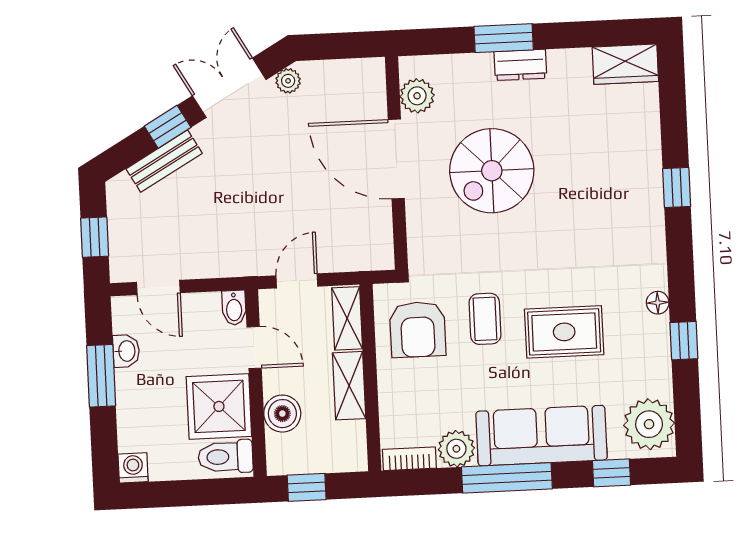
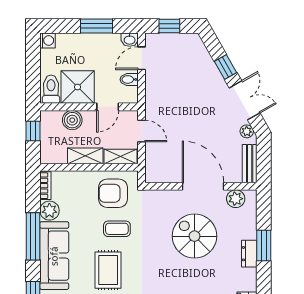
door: (396, 159) -> (203, 186), hinge flipped
bench: (164, 161) -> (250, 164), moved, turned 30
bidet: (234, 308) -> (129, 79), moved
washbasin: (126, 351) -> (130, 40), moved

